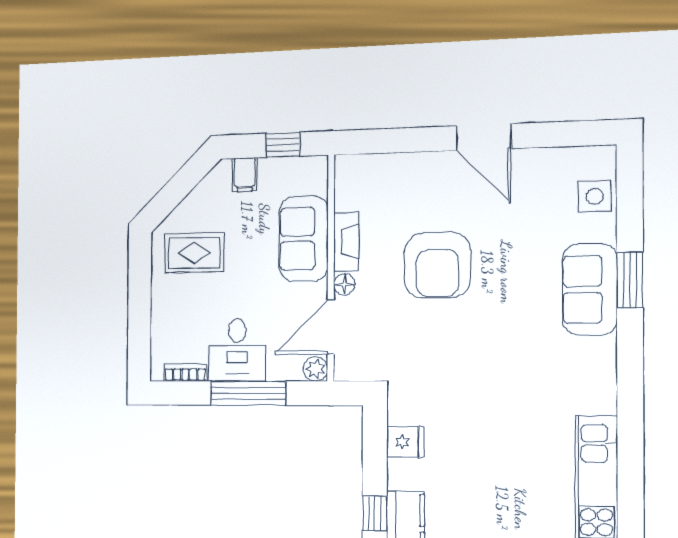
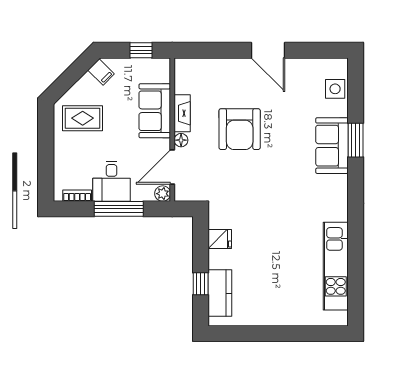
filing cabinet: (245, 175) -> (101, 72), moved, turned -45

